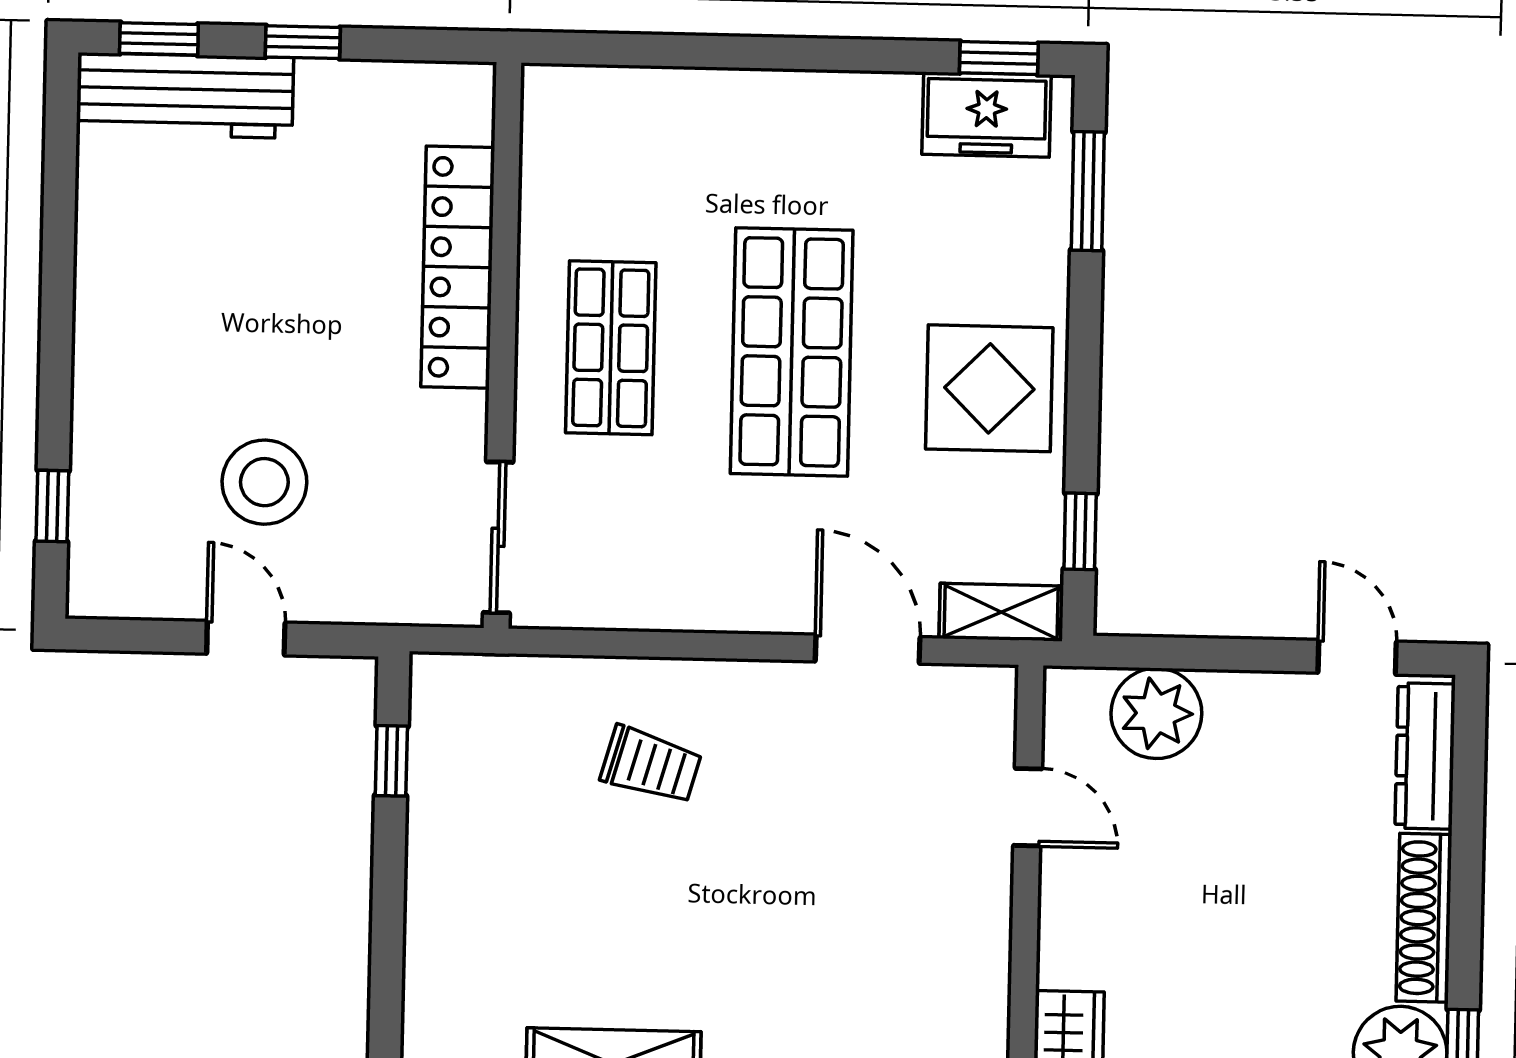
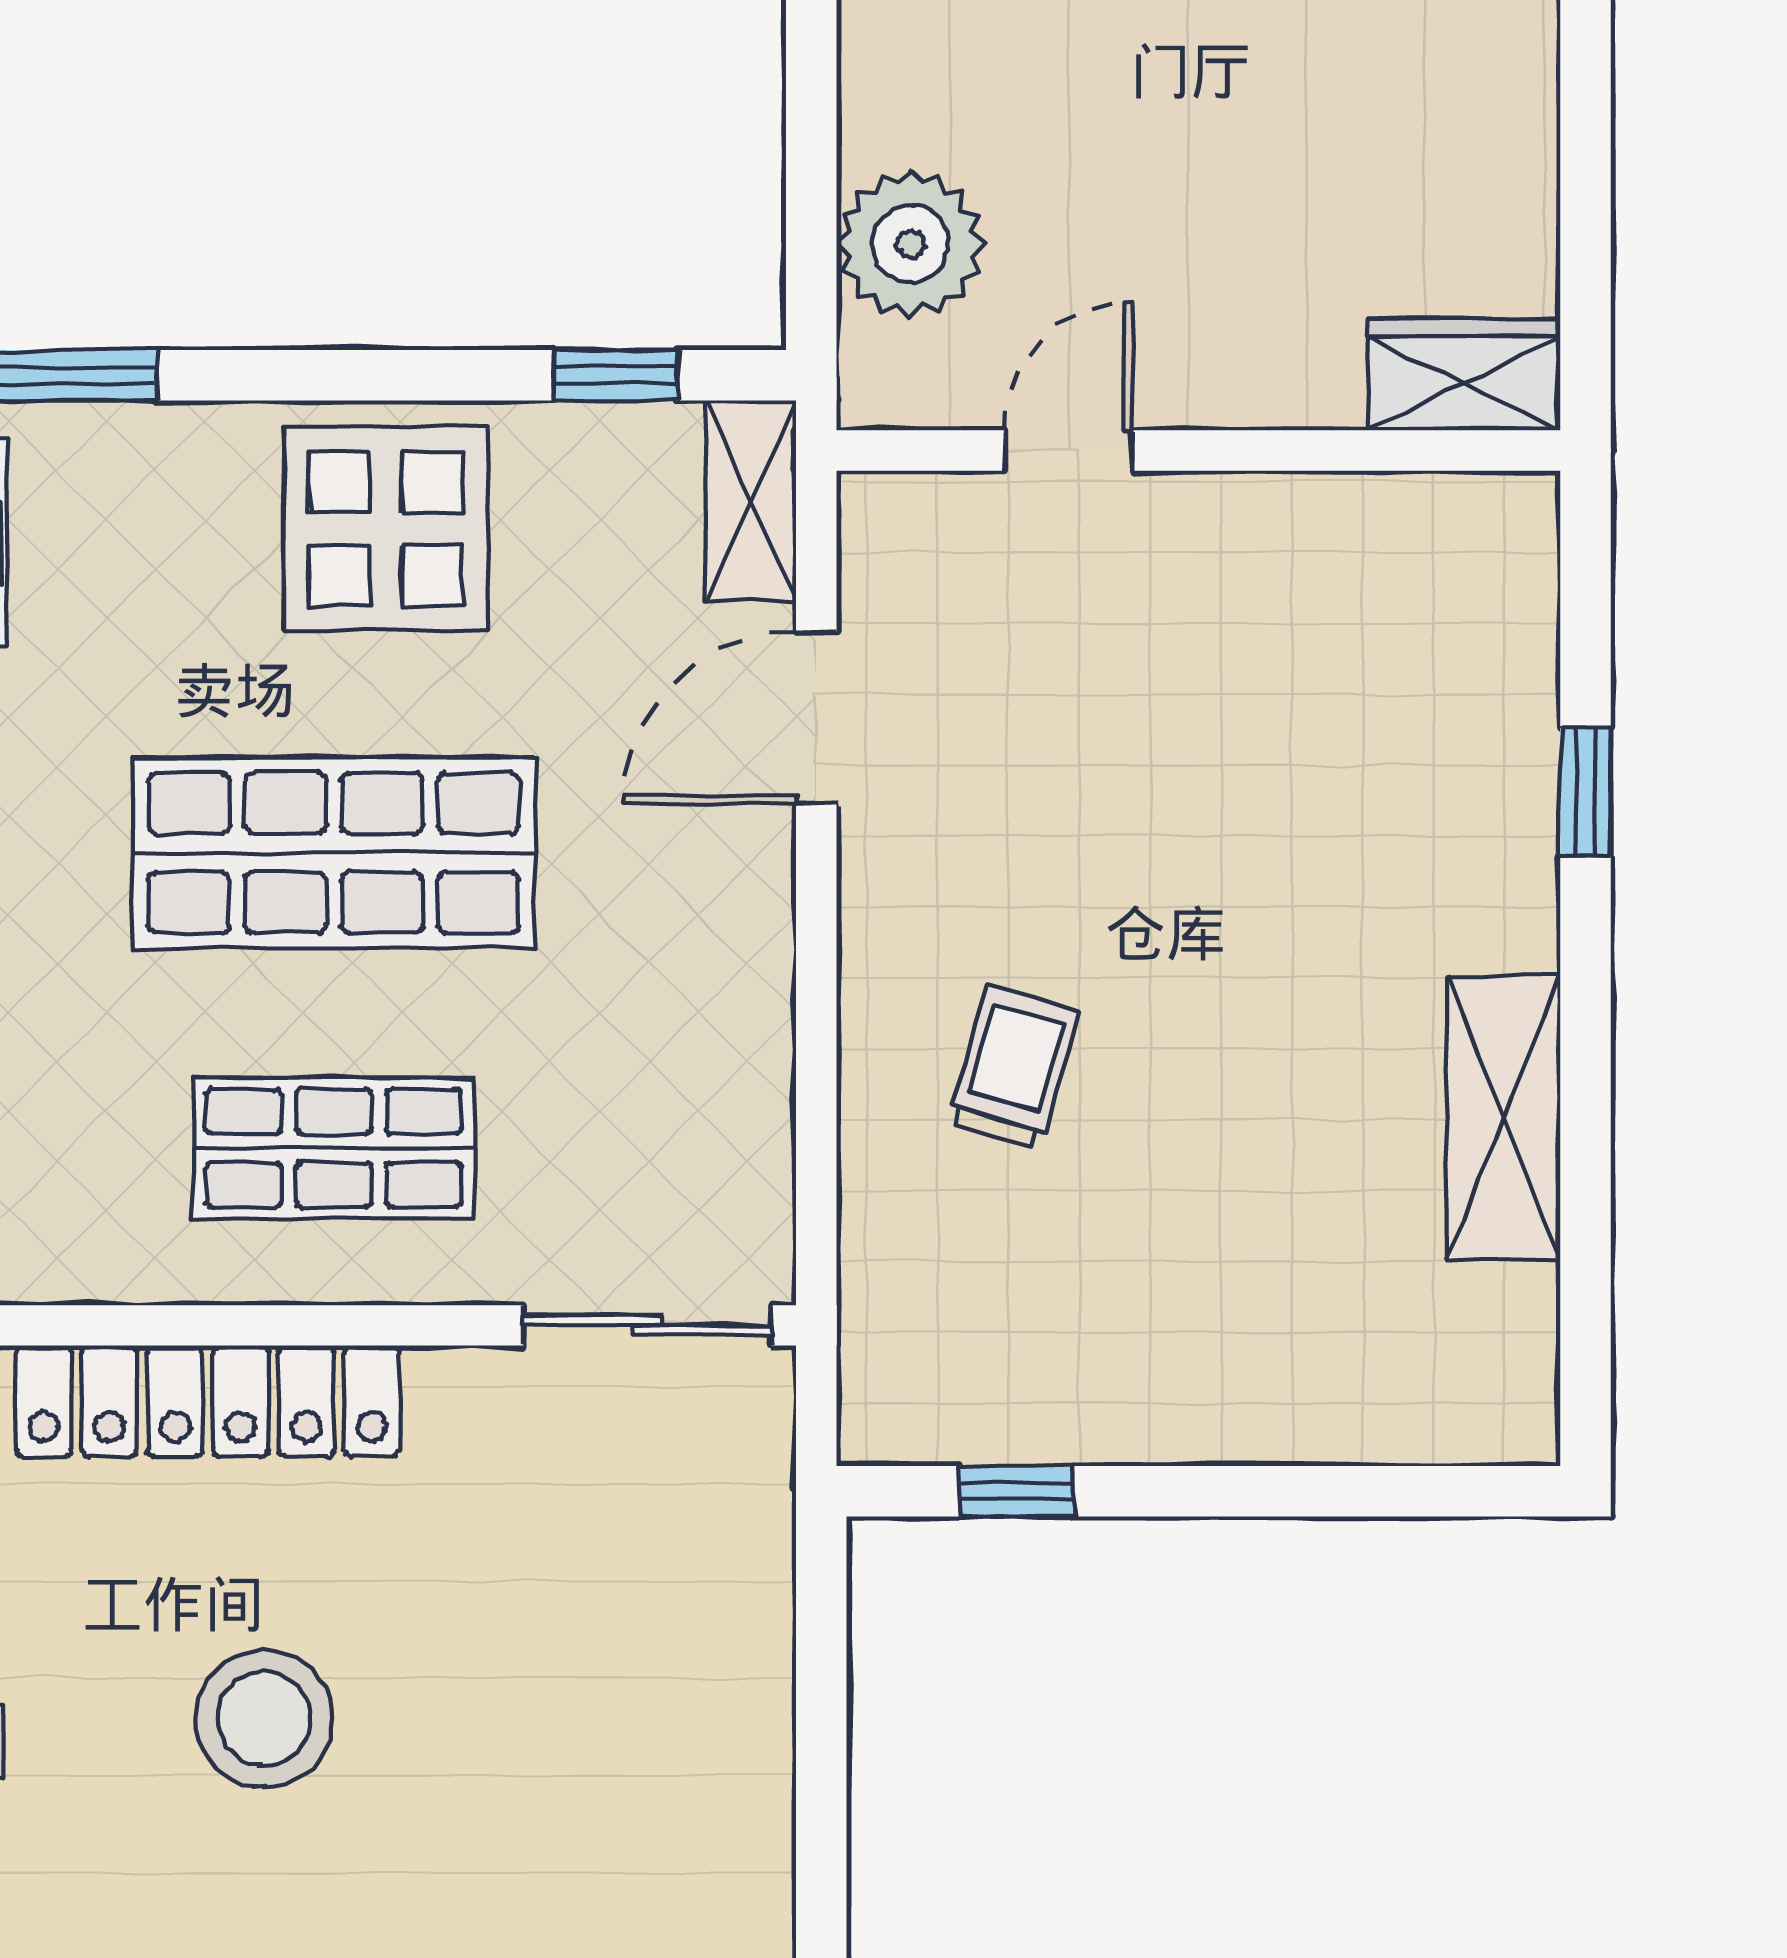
stool: (264, 482) -> (264, 1719), moved
door: (246, 638) -> (821, 1733), removed

